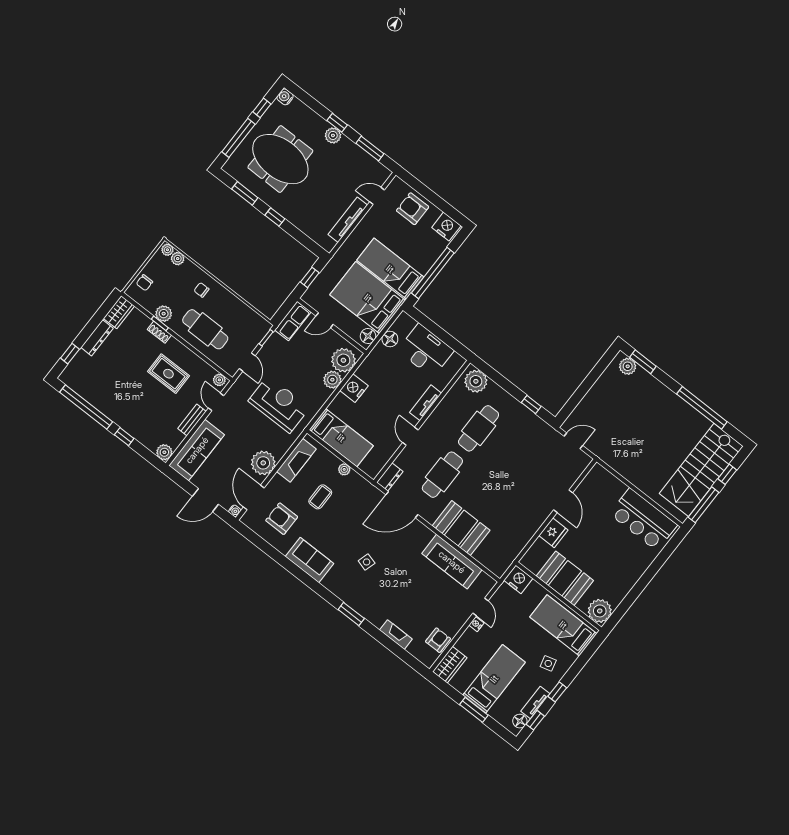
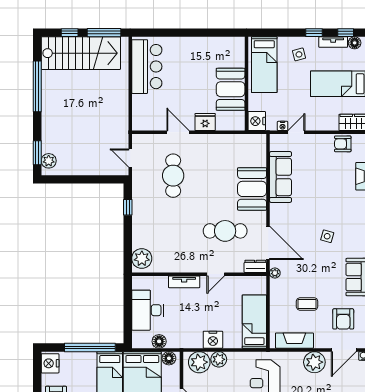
cafe table: (479, 428) -> (173, 176), moved, turned 90
plant: (344, 469) -> (275, 273), moved
door: (563, 501) -> (178, 132), hinge flipped
plant: (600, 611) -> (234, 47), removed
nightstand: (476, 624) -> (283, 126), moved

